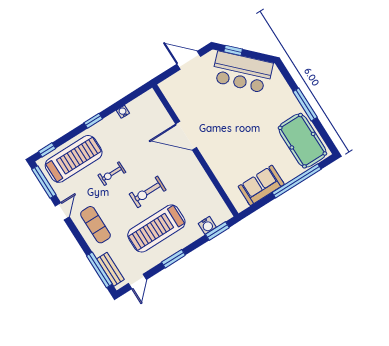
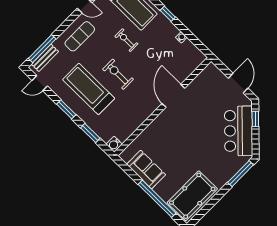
window: (305, 104) -> (241, 174), moved
water cooler: (207, 225) -> (114, 144), moved
window: (217, 231) -> (90, 133), moved

